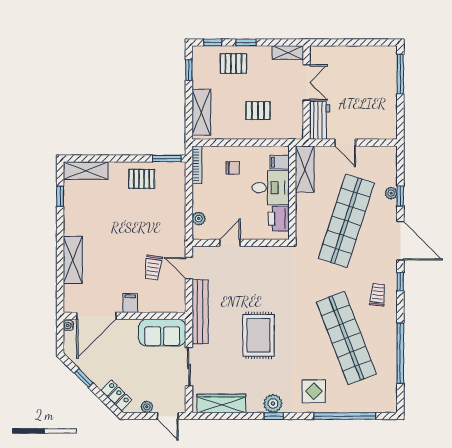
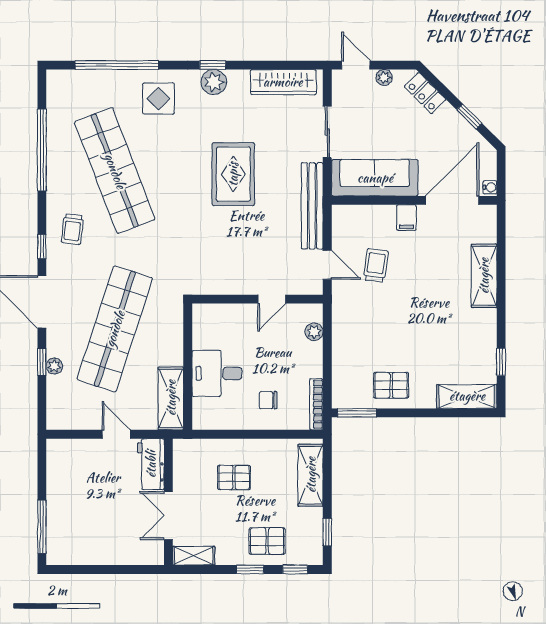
filing cabinet: (280, 162) -> (205, 408), removed
printer: (279, 219) -> (206, 332), removed
sofa: (162, 333) -> (375, 178), width x1.36

